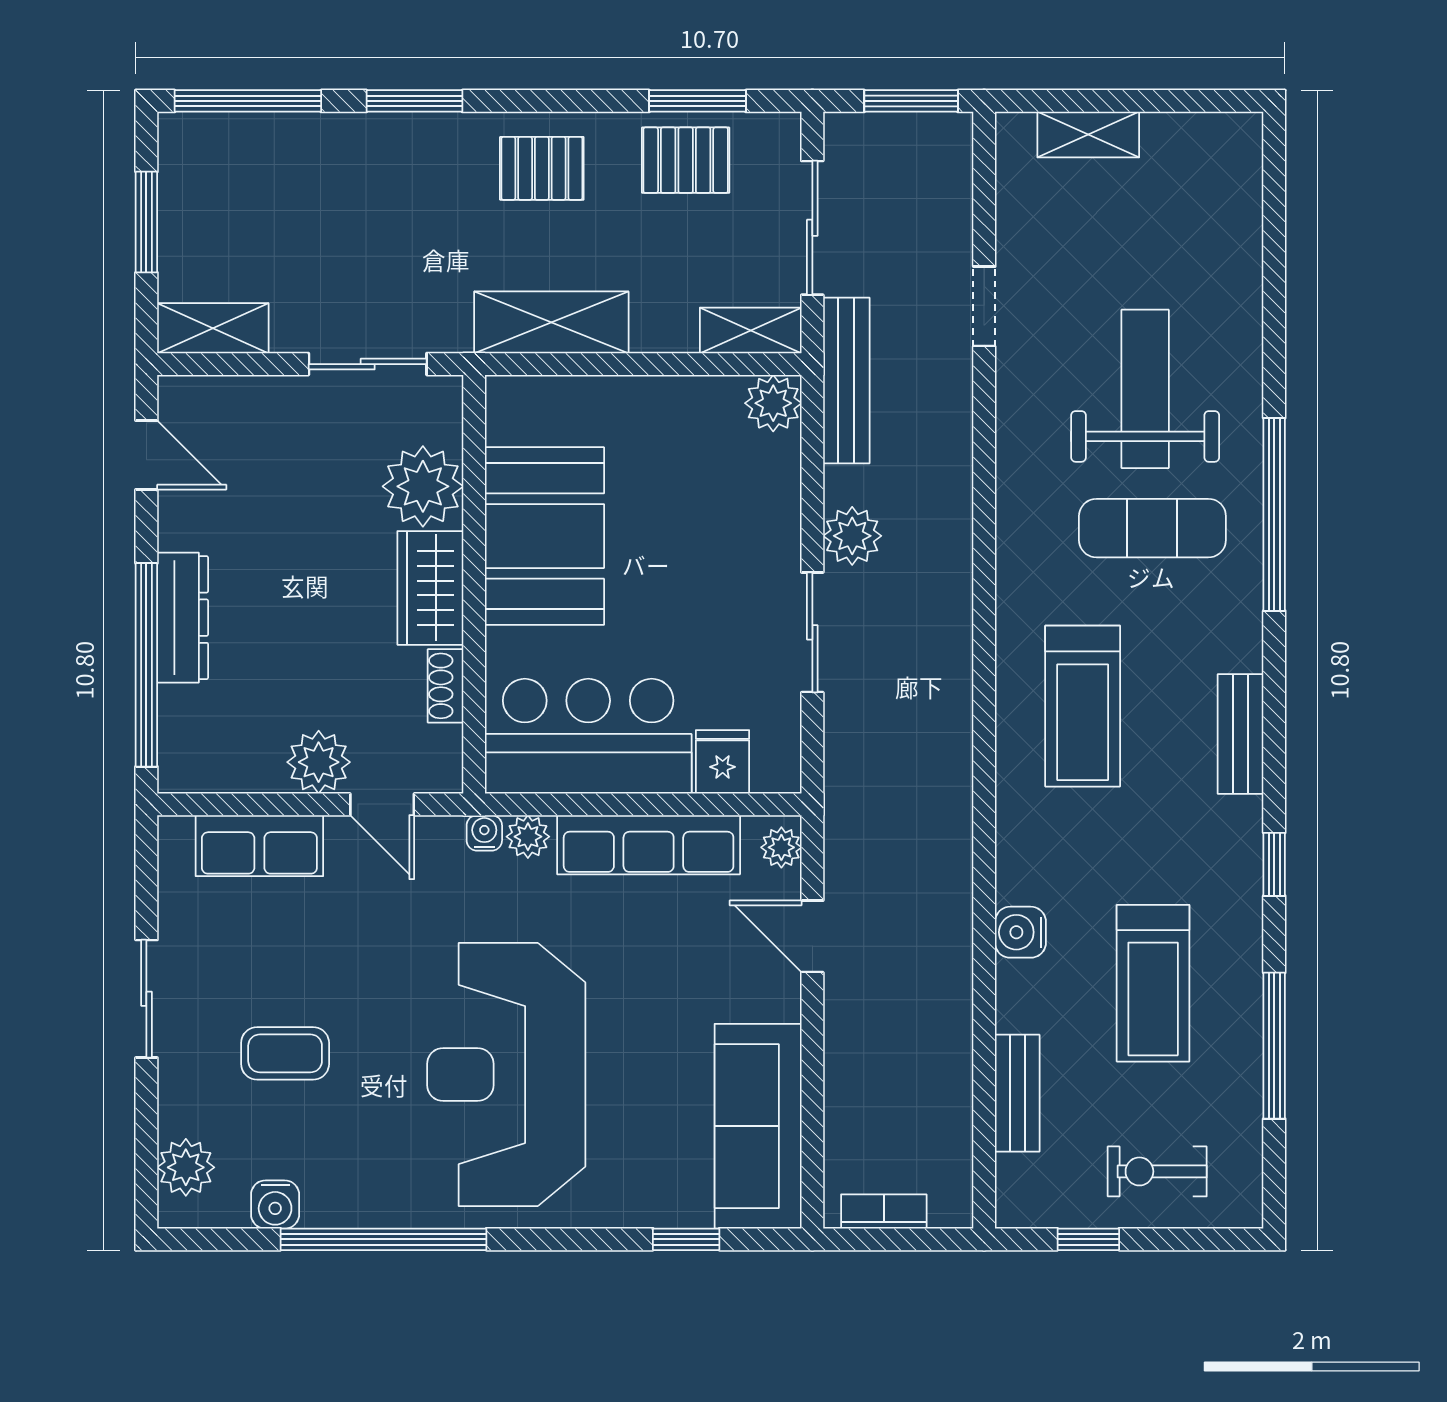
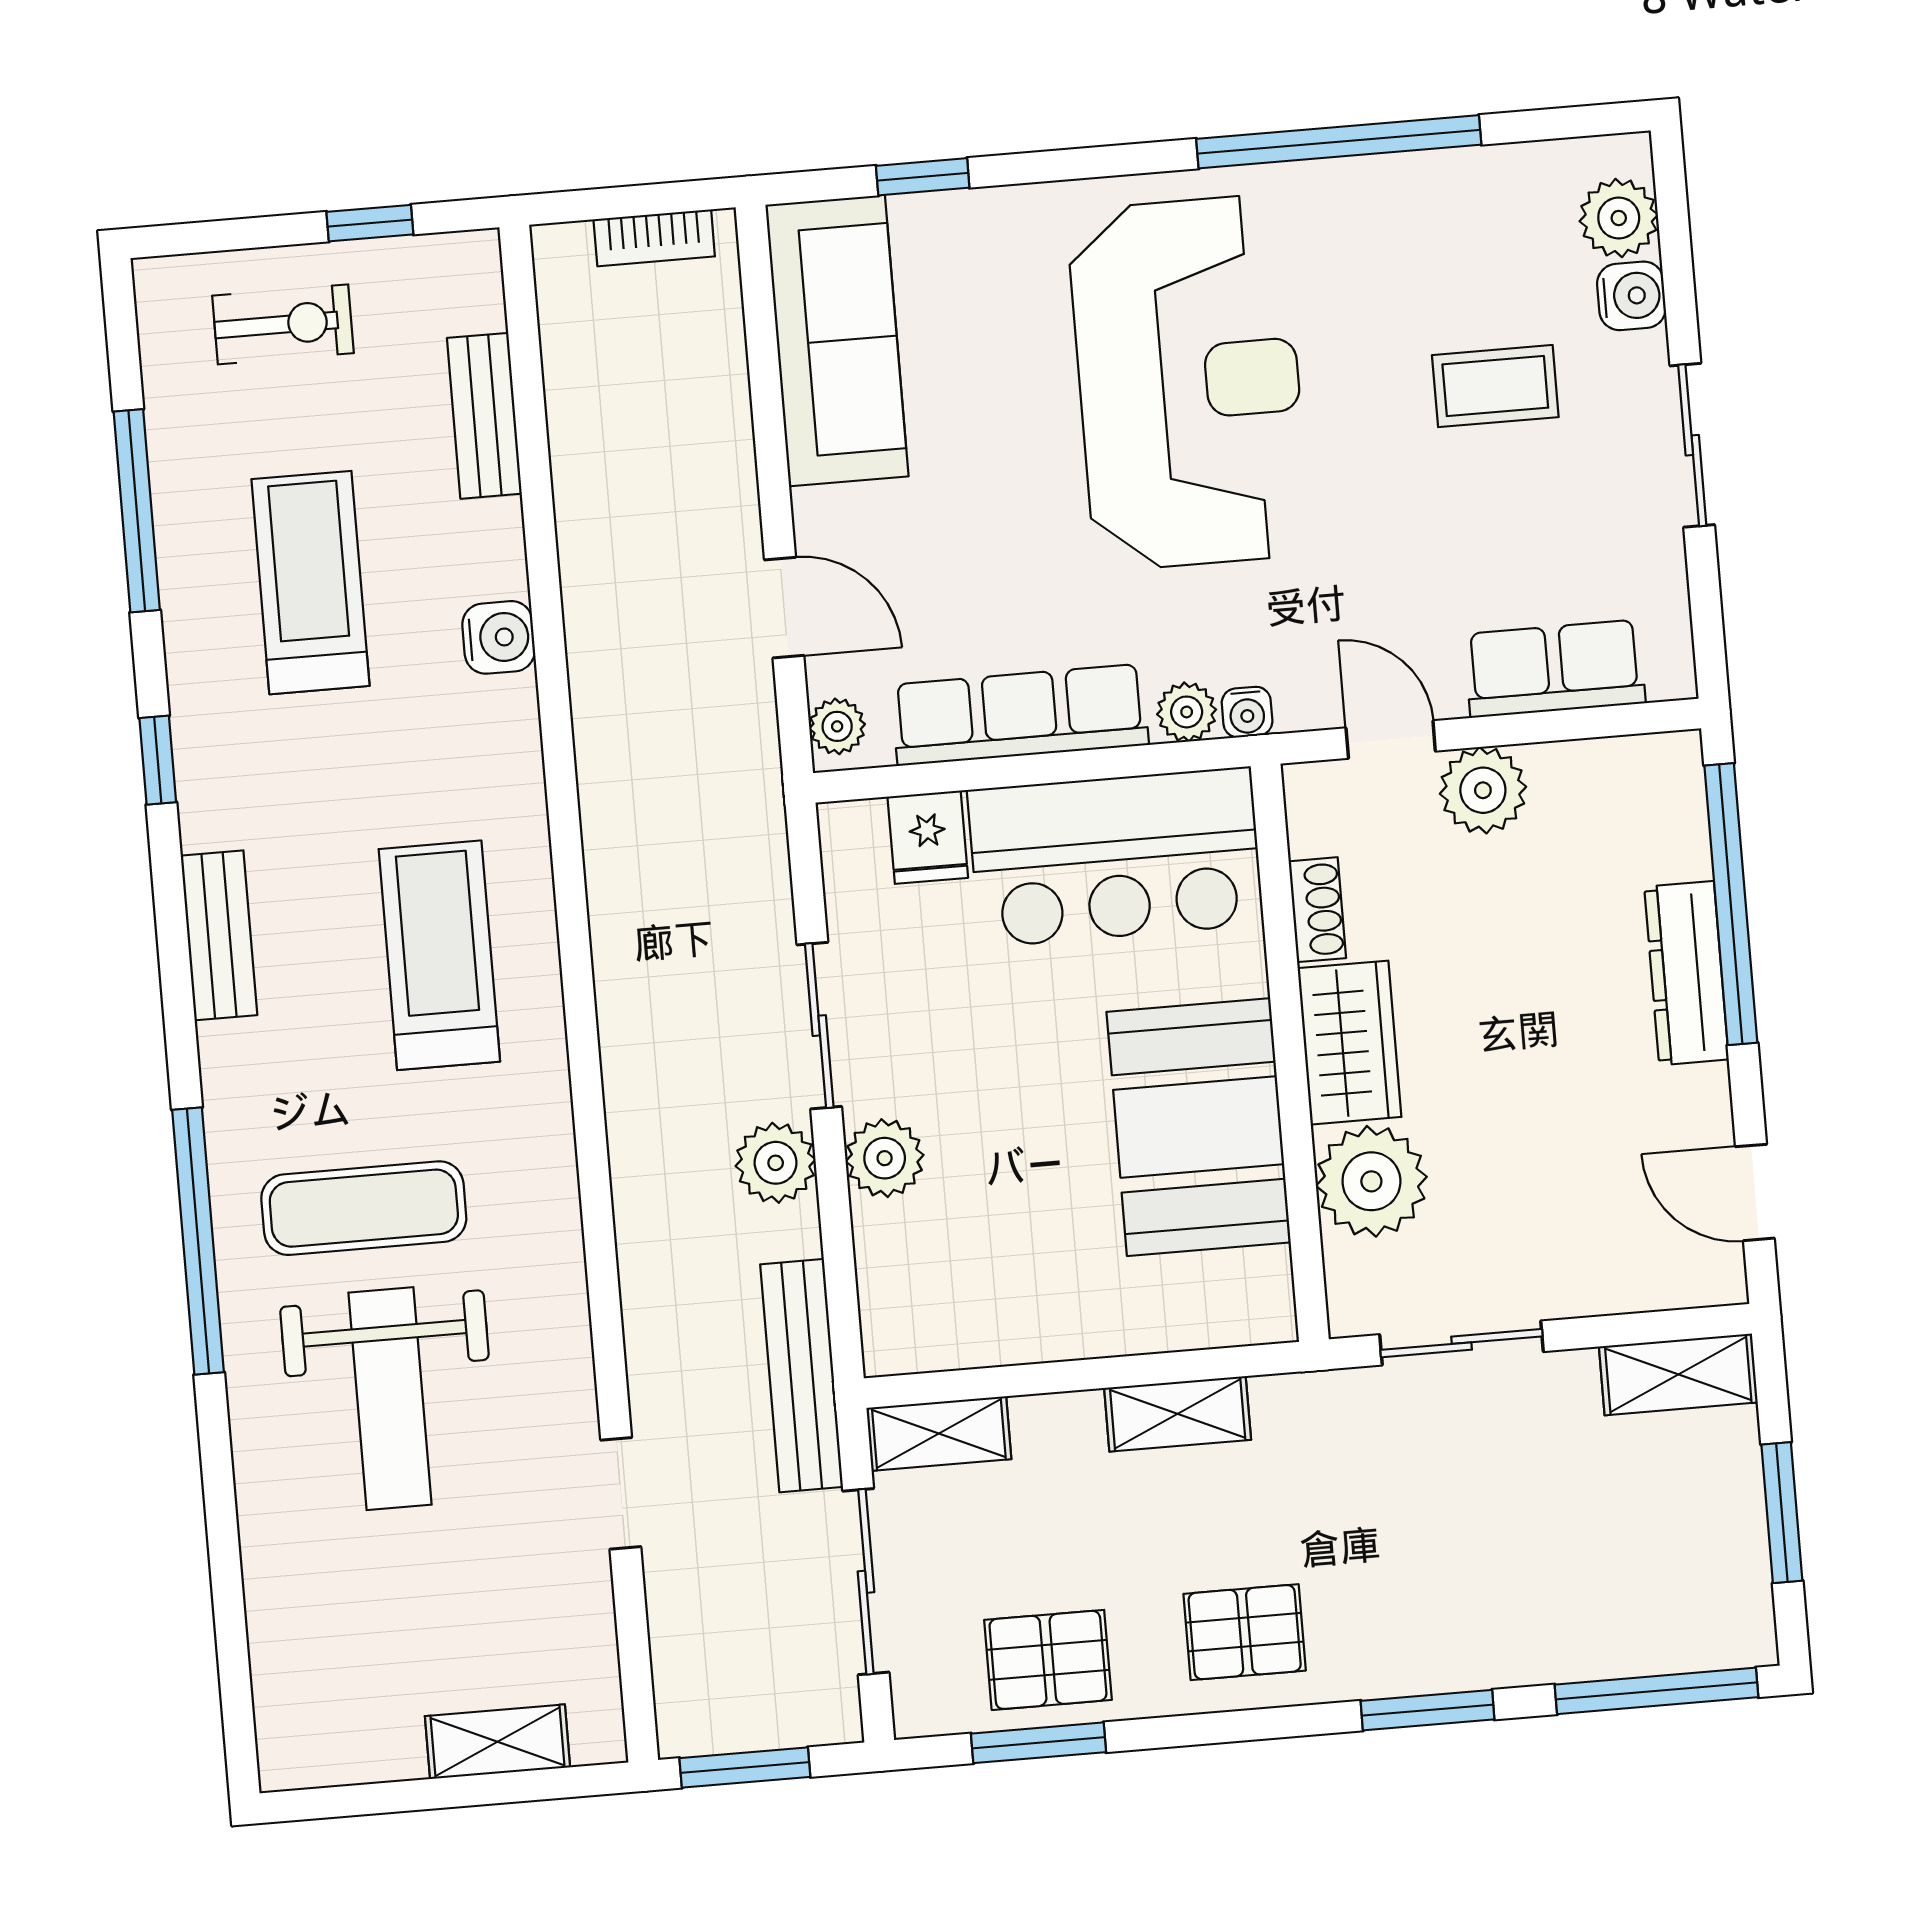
shelving: (551, 322) -> (1178, 1414), width x0.67, depth x0.75
plant: (773, 403) -> (885, 1158), moved
water cooler: (275, 1204) -> (1631, 296), moved, turned 90

